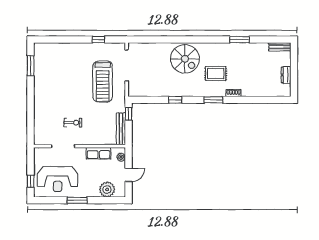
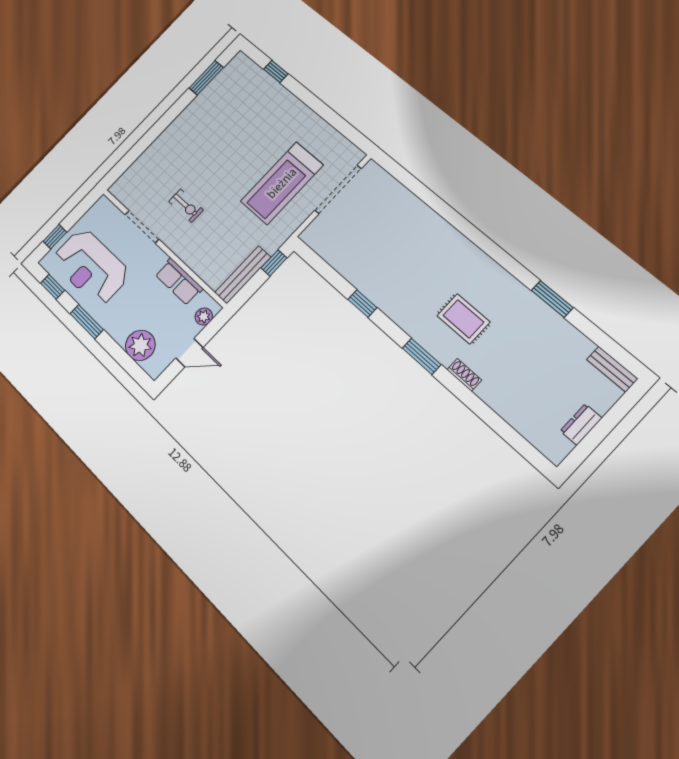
window: (98, 40) -> (276, 71), moved
spiral stairs: (185, 59) -> (435, 254), removed
window: (50, 200) -> (53, 287), added

